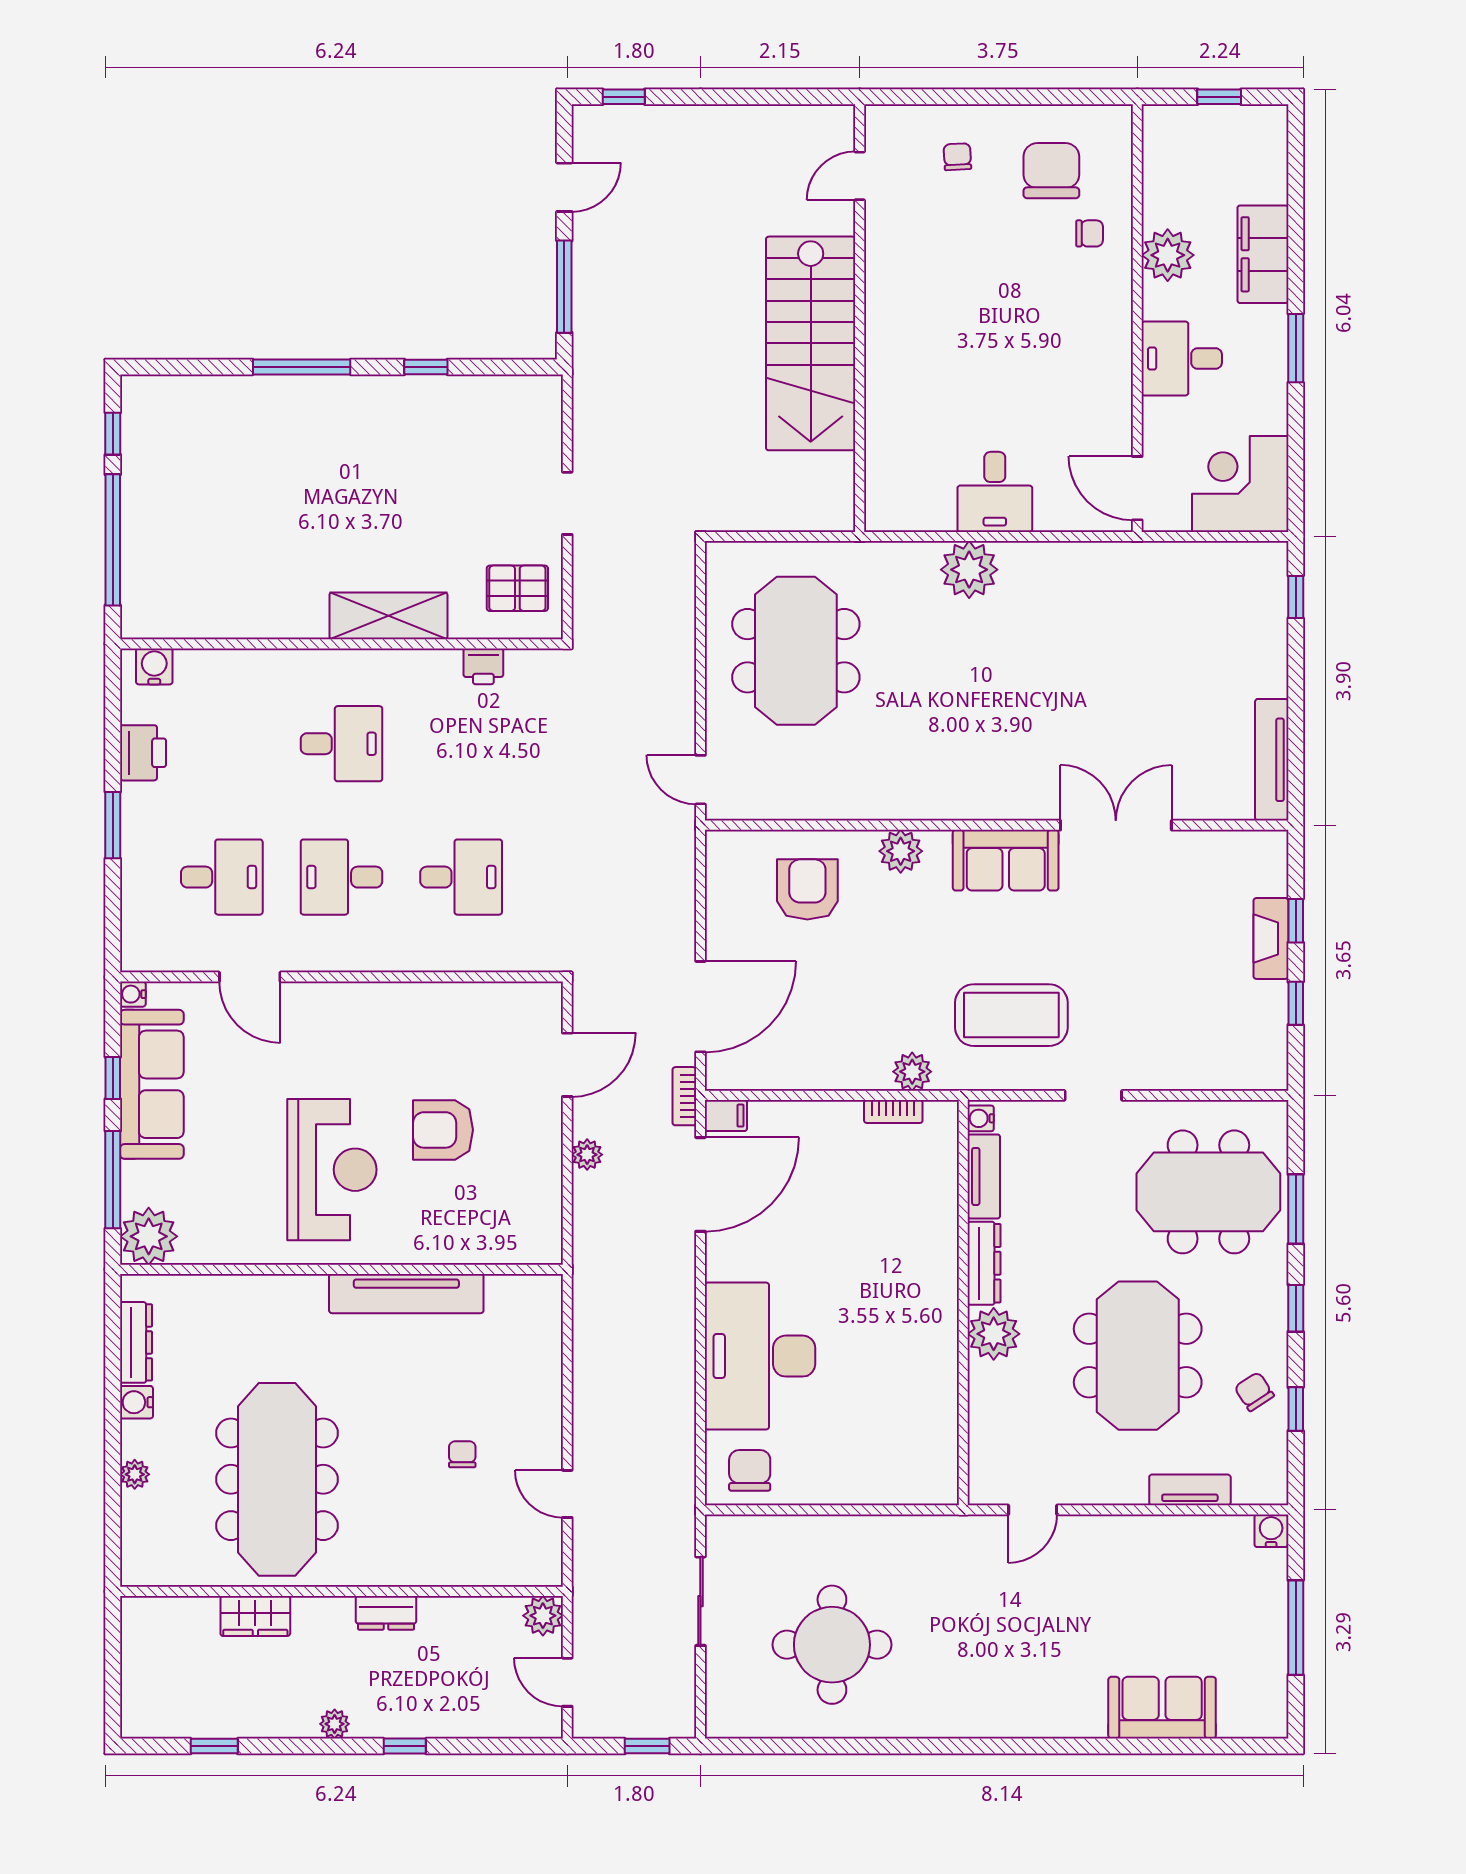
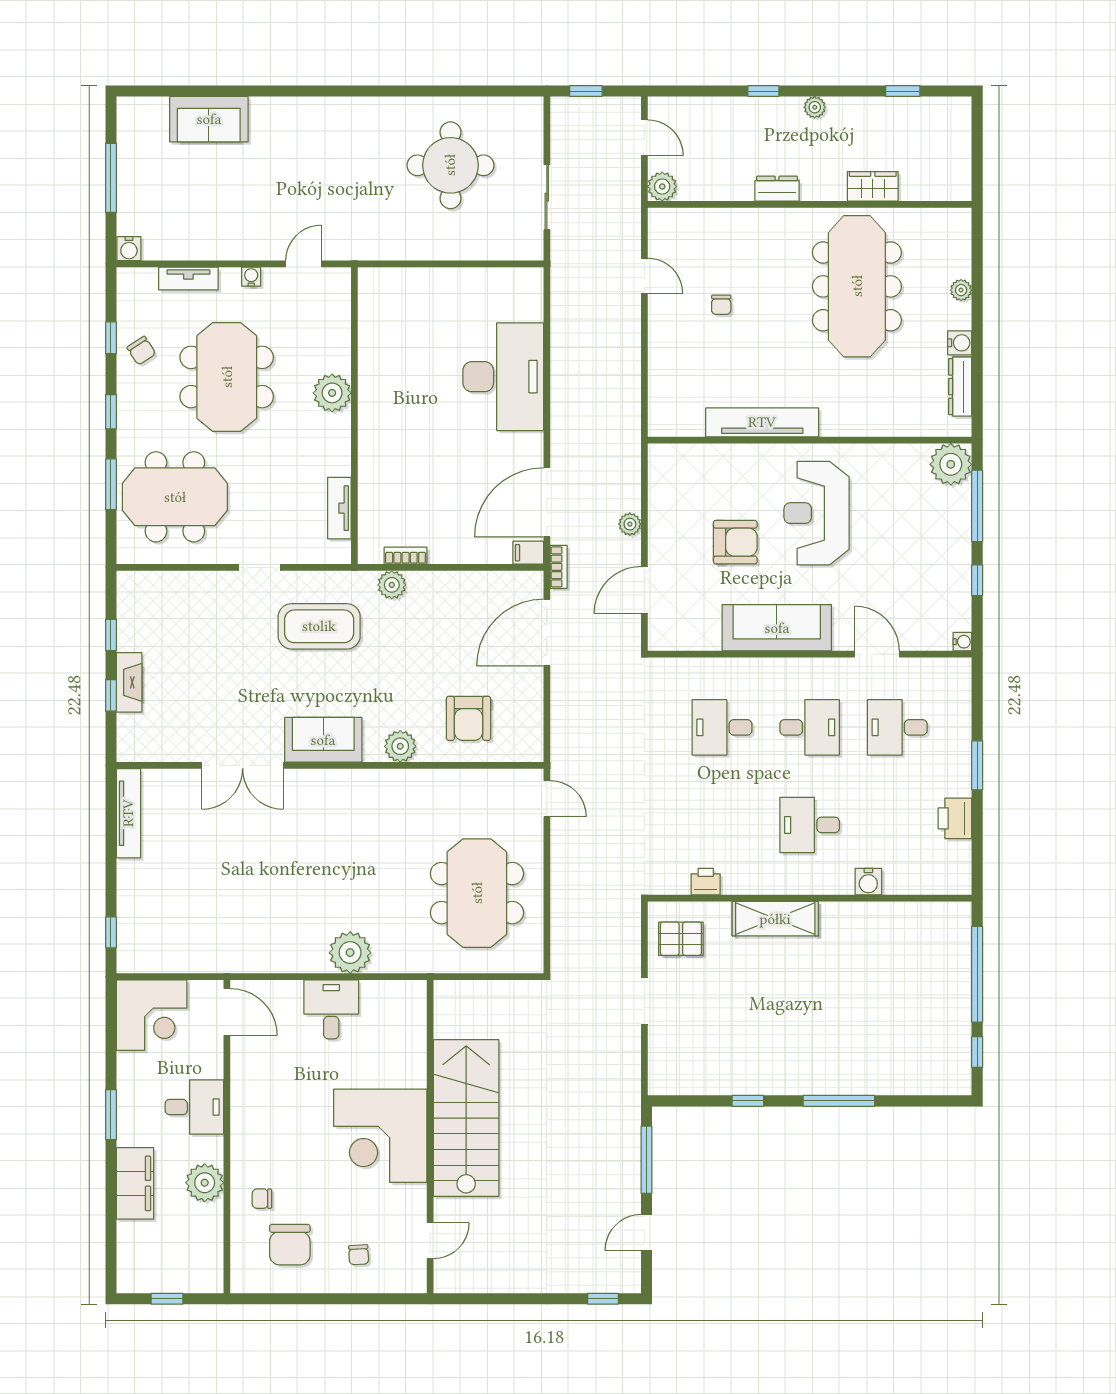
corner desk: (928, 319) -> (380, 1136), added
water cooler: (154, 666) -> (868, 882), moved
sofa: (152, 1084) -> (777, 628), moved, turned 90
water cooler: (981, 1118) -> (251, 277), moved, turned -90
dresser: (984, 1263) -> (339, 445), removed
chair: (750, 1470) -> (511, 293), removed

